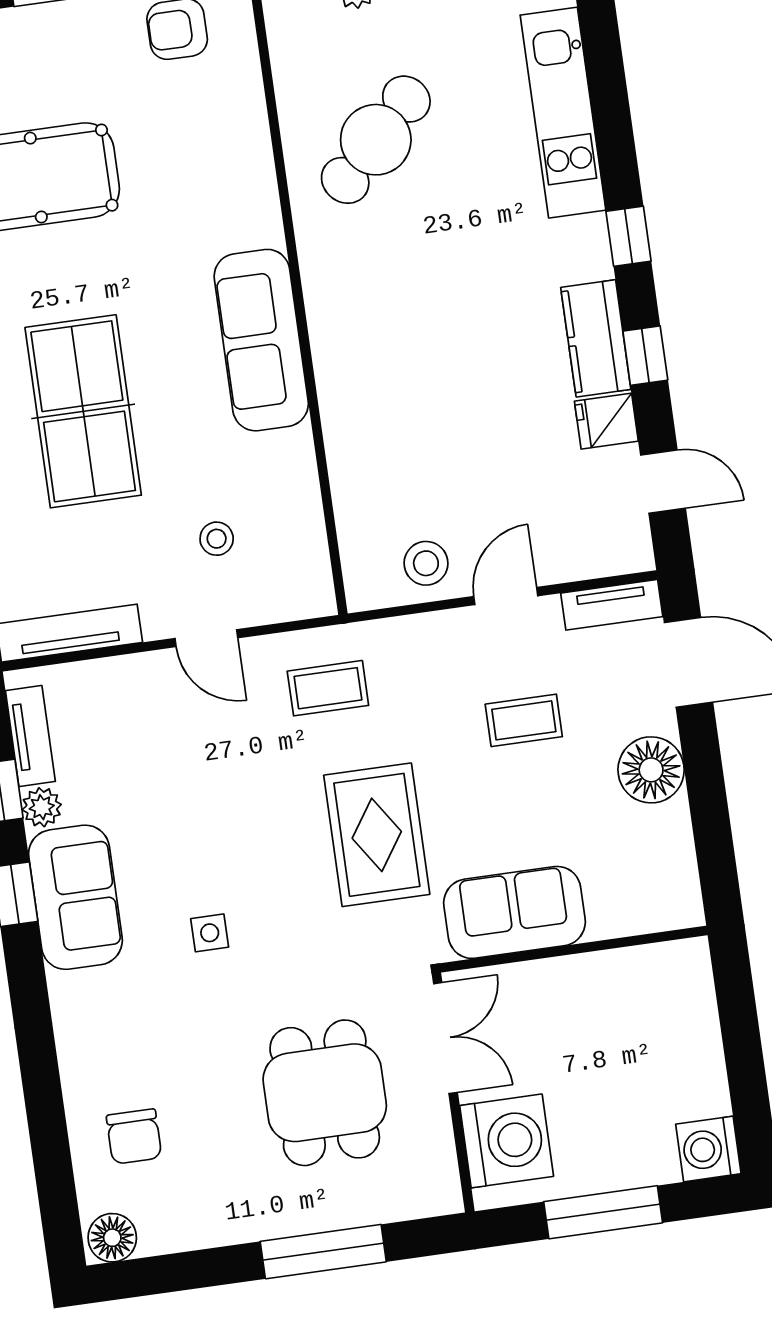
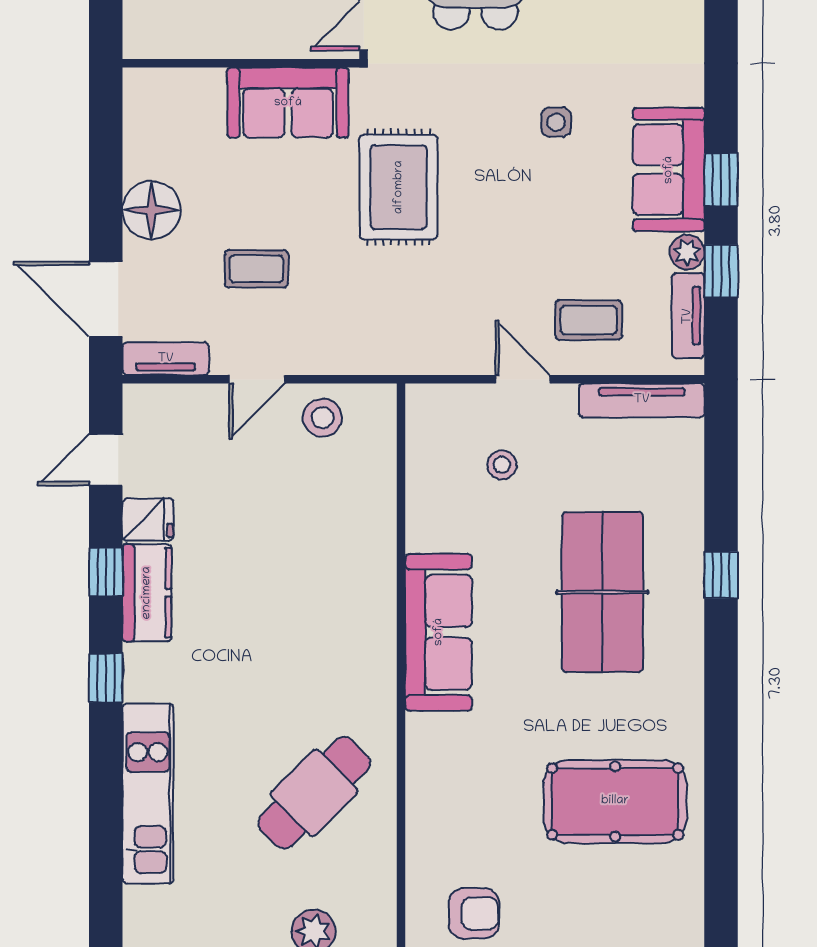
door: (663, 482) -> (106, 460), hinge flipped
coffee table: (328, 688) -> (589, 320), moved

